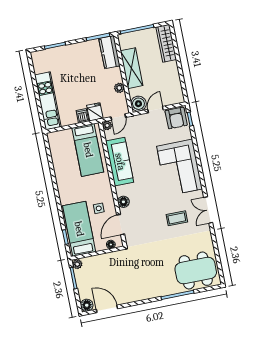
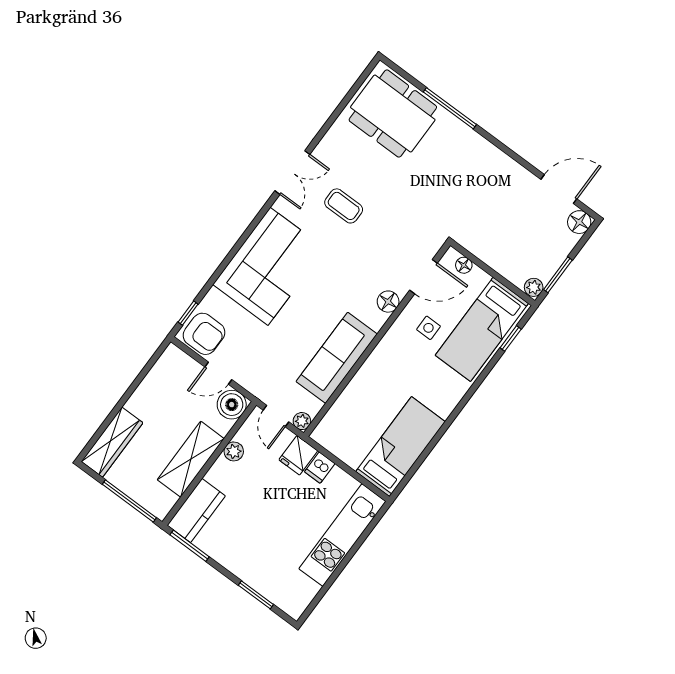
door: (118, 117) -> (276, 416), swing flipped
armchair: (176, 118) -> (204, 334), turned 90
bed: (88, 150) -> (401, 447), moved
door: (107, 309) -> (559, 189), swing flipped

